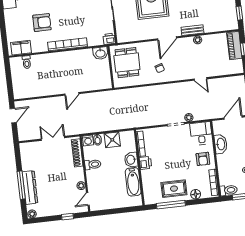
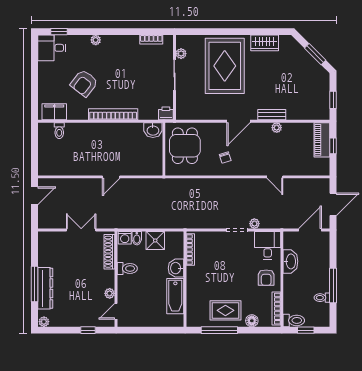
armchair: (42, 23) -> (84, 83), turned 128
printer: (145, 163) -> (193, 274), removed

